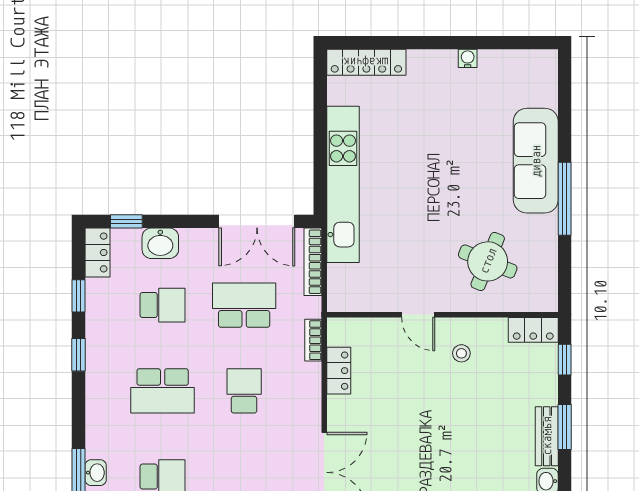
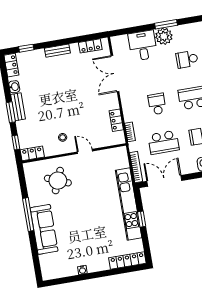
window: (320, 147) -> (142, 219), added
school desk: (244, 391) -> (157, 104), turned 180

